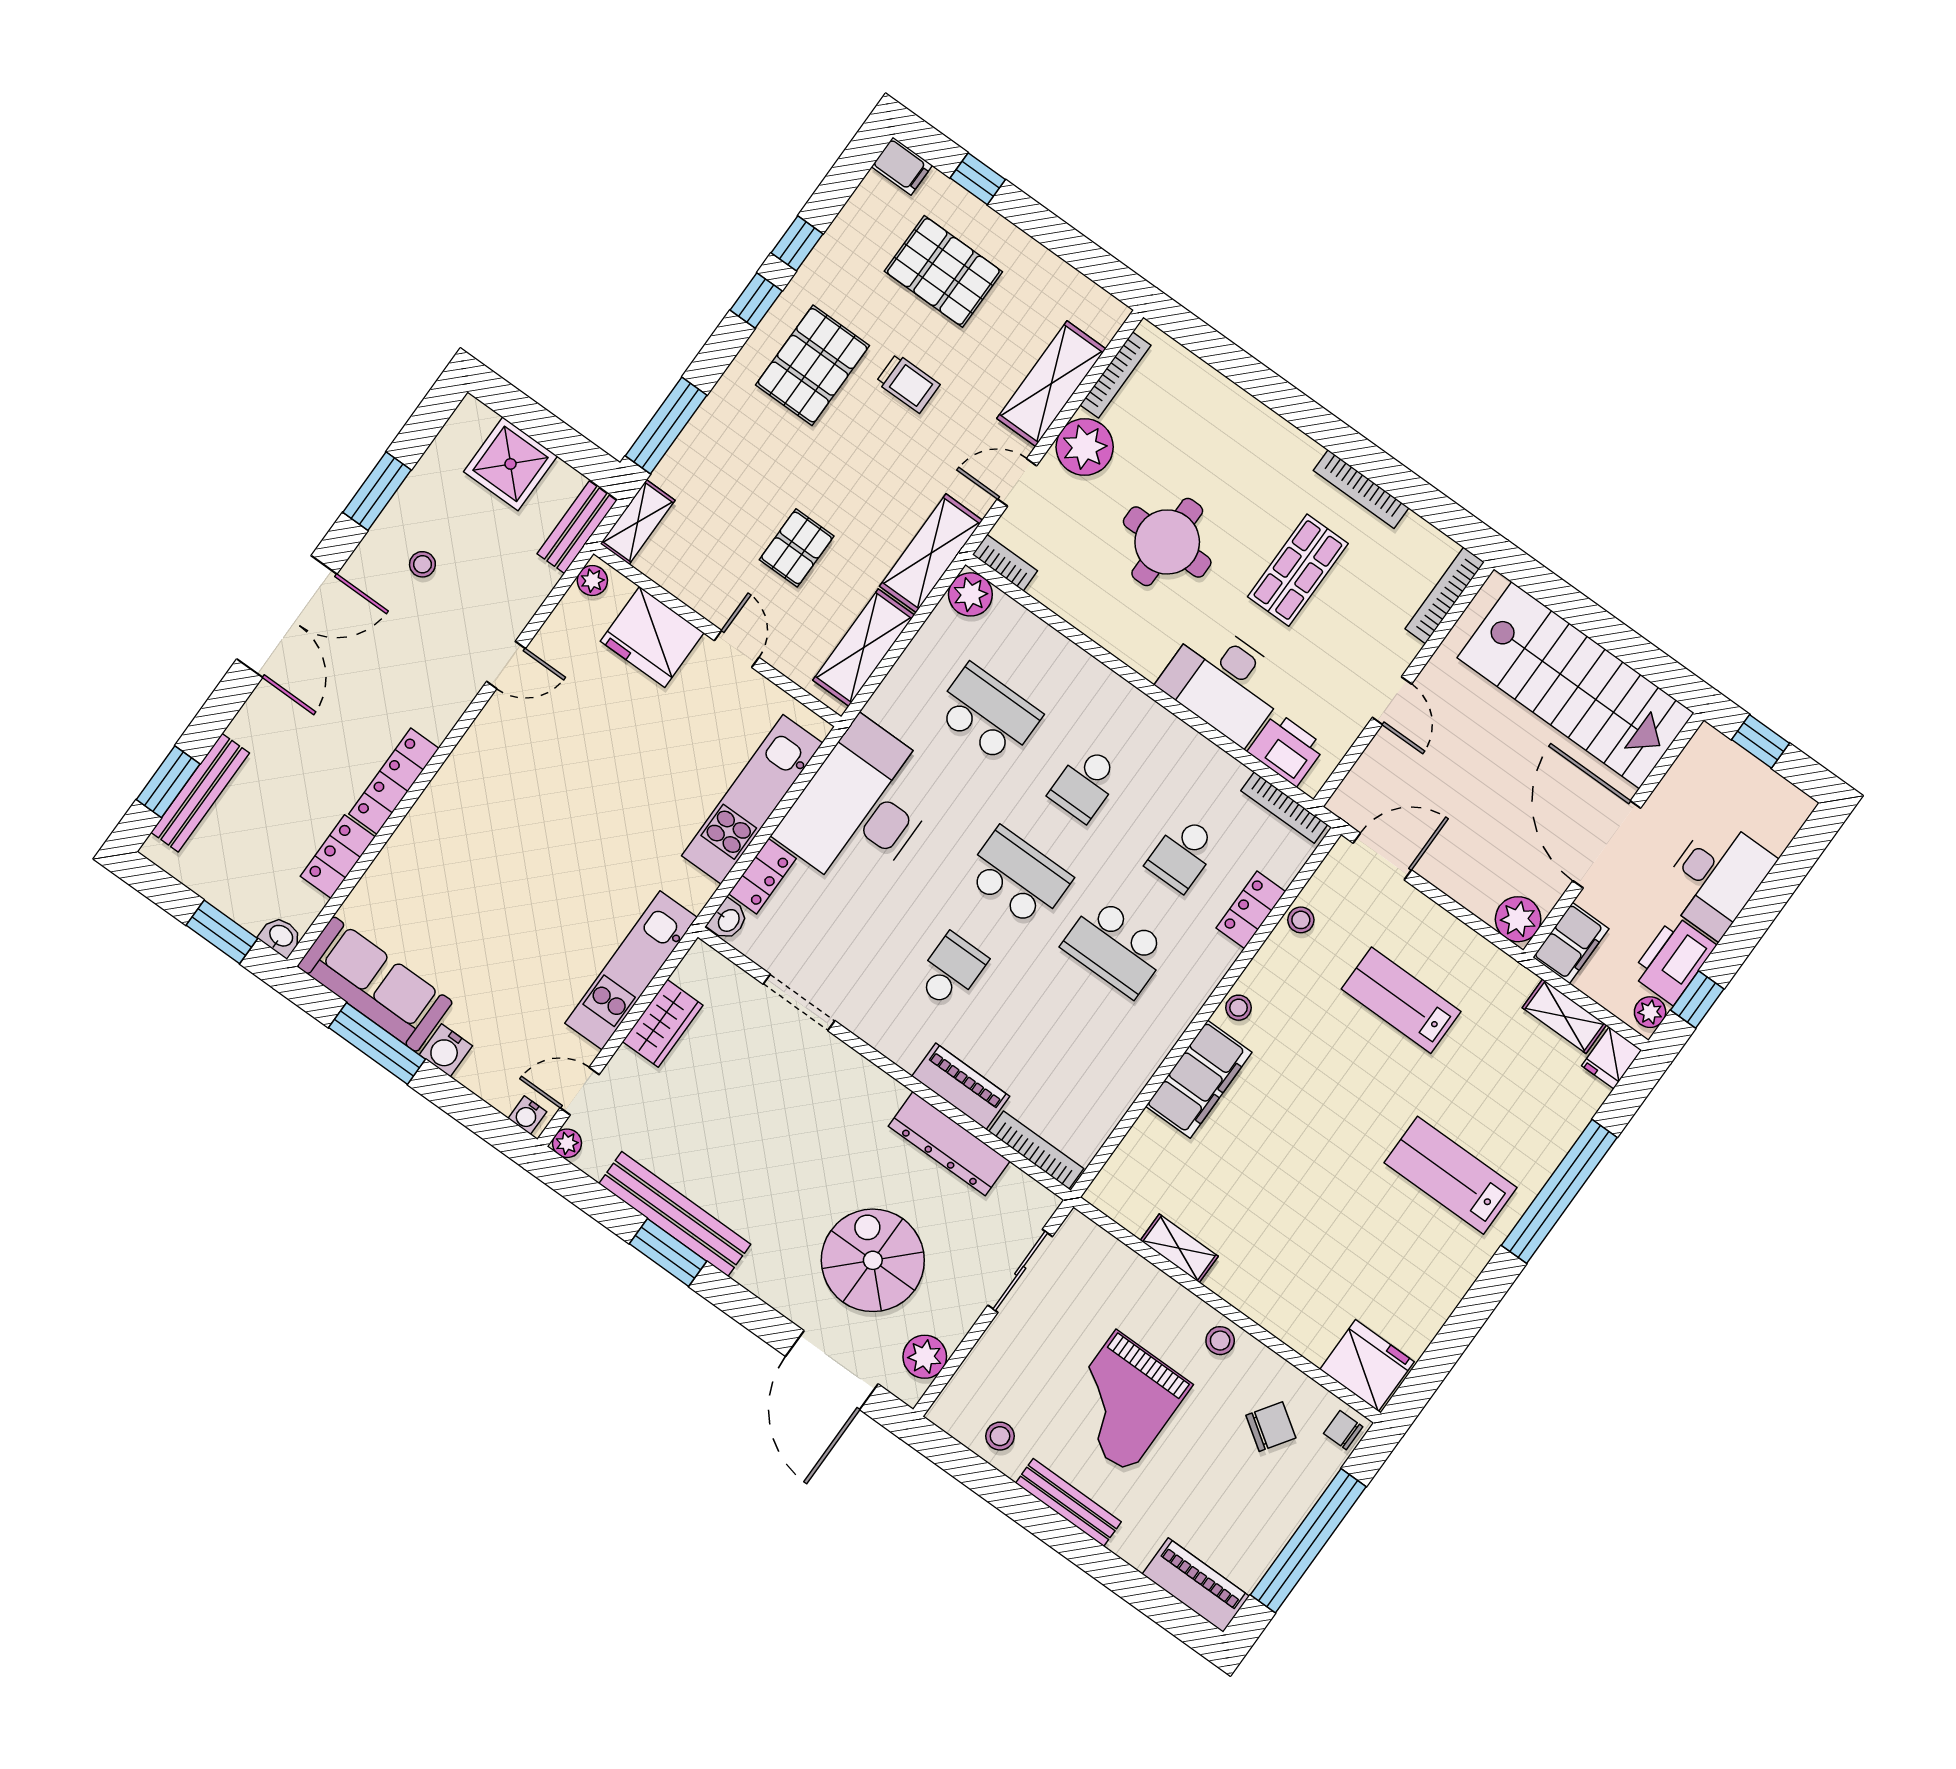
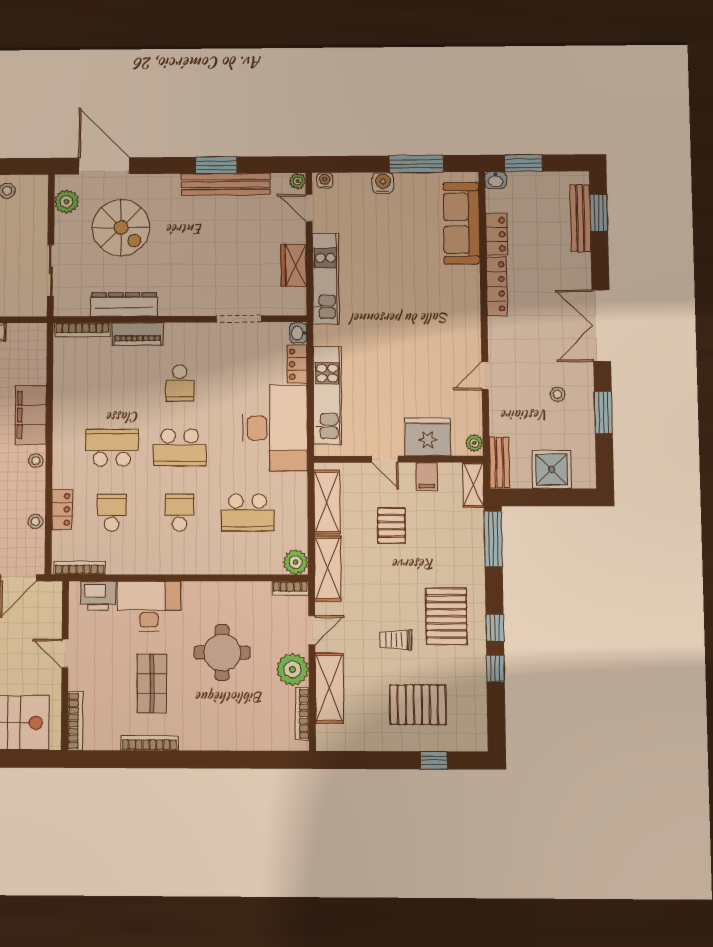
filing cabinet: (902, 166) -> (427, 476), moved, turned -90
sofa: (375, 984) -> (461, 223), moved, turned 90
door: (580, 1091) -> (309, 208), swing flipped

